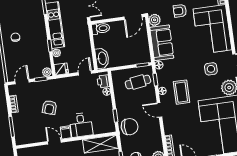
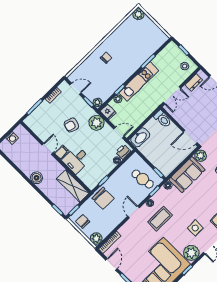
plant: (63, 85) -> (96, 123), added

